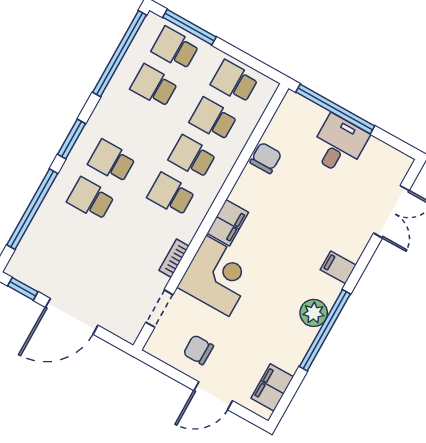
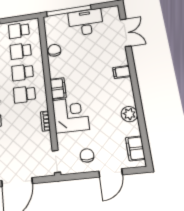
desk: (339, 145) -> (86, 22), width x1.37
doorway: (159, 308) -> (56, 161), moved
plant: (314, 313) -> (129, 114), moved
window: (325, 330) -> (138, 104), removed
chair: (198, 350) -> (87, 155), turned 90

